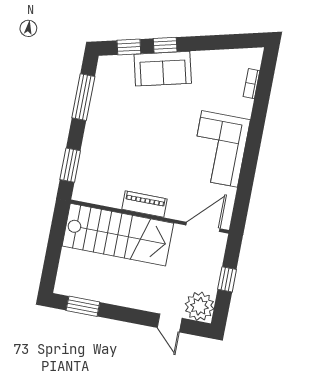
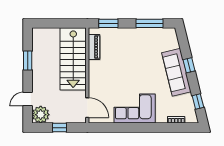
window: (129, 47) -> (198, 101), moved
sofa: (163, 69) -> (176, 72), width x1.36
piano: (144, 204) -> (94, 47), moved
window: (83, 306) -> (28, 61), moved

